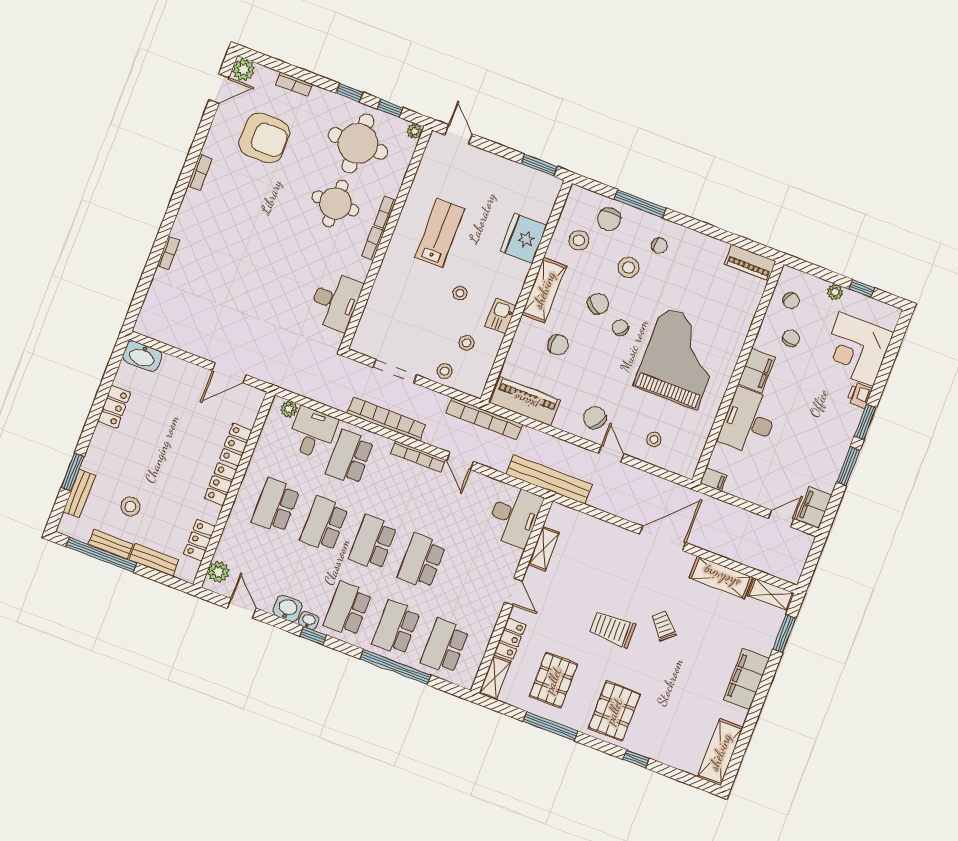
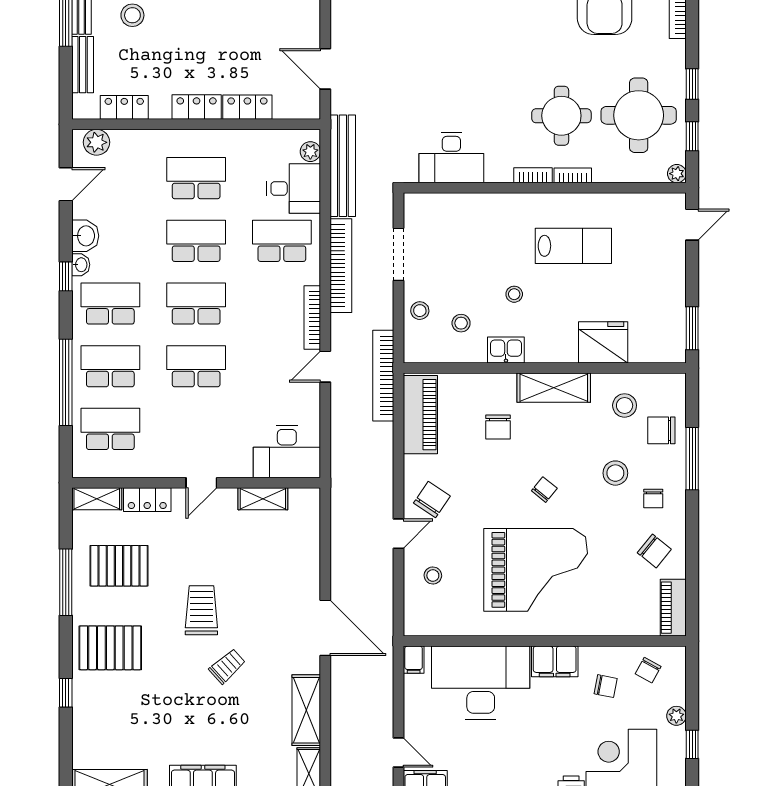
chair: (598, 304) -> (654, 551), moved
desk: (748, 421) -> (481, 683), width x1.36, depth x1.30
bench: (549, 479) -> (343, 166), moved

